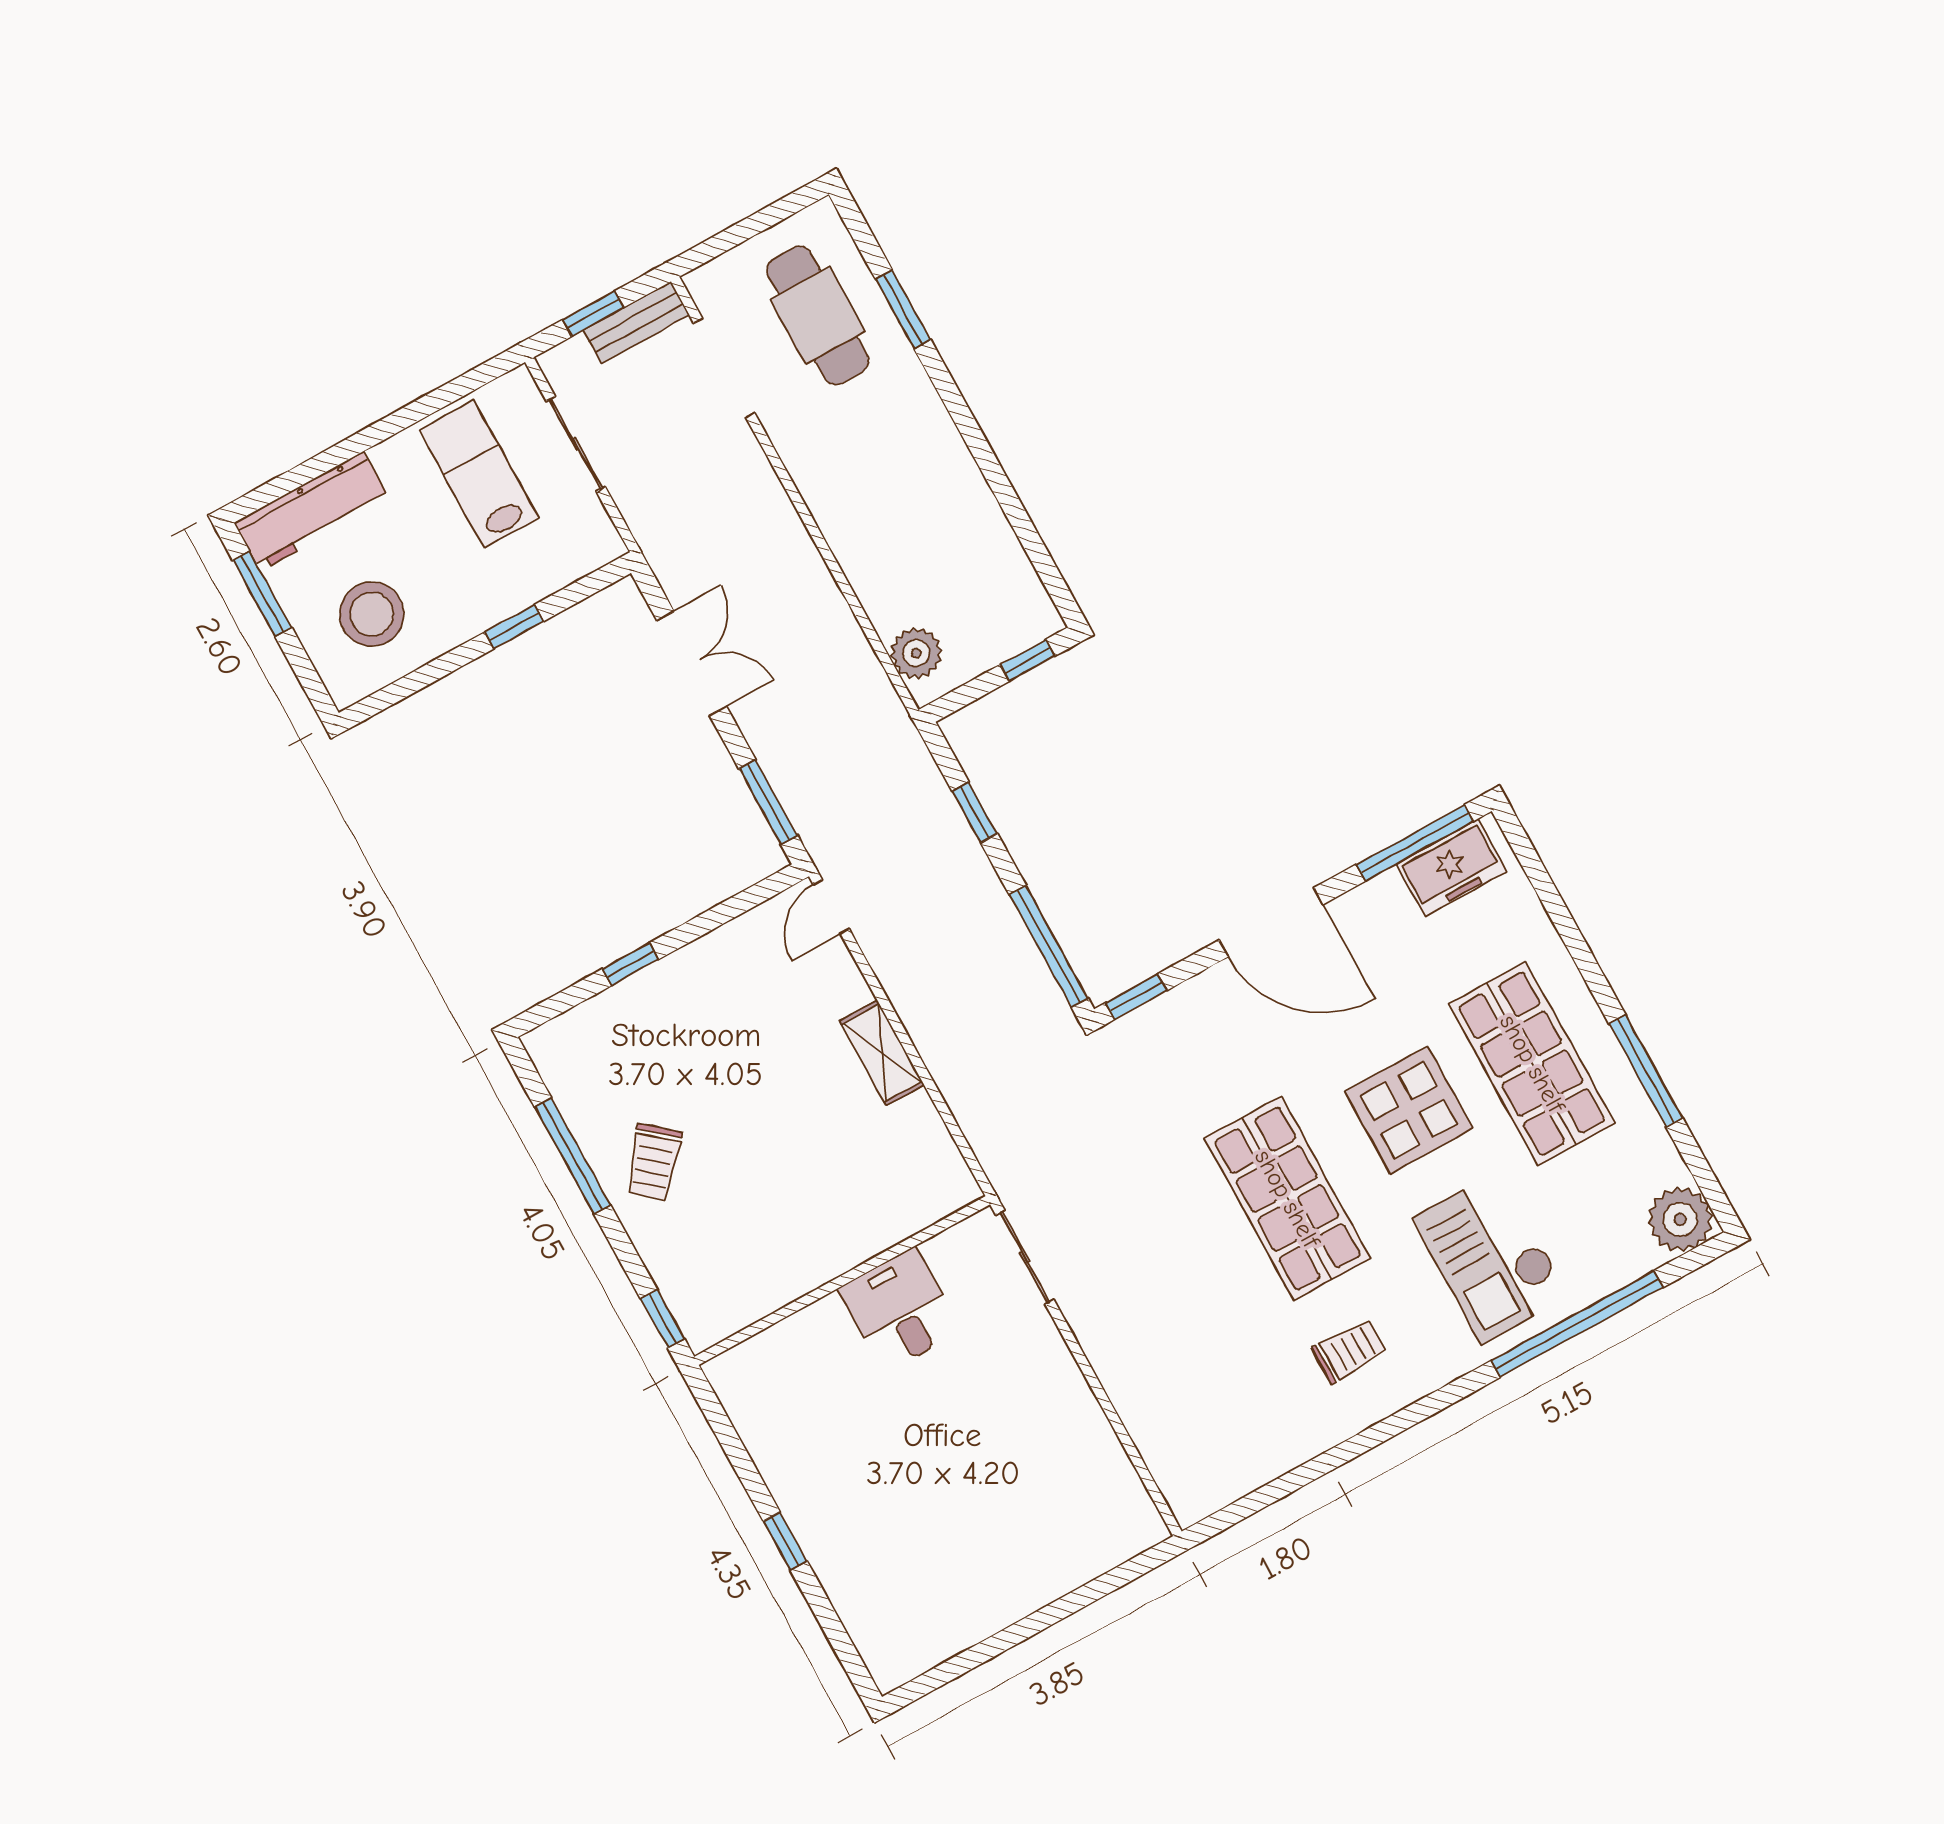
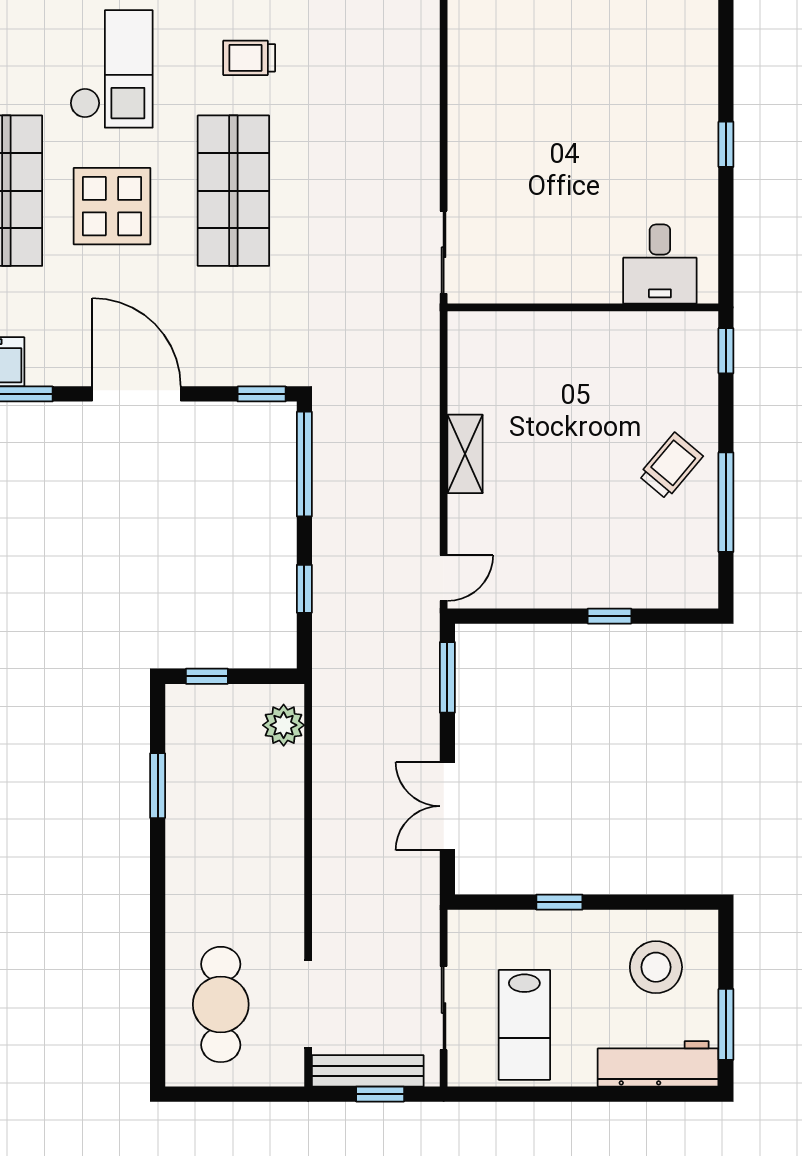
window: (903, 310) -> (158, 786), moved
bench: (636, 322) -> (368, 1071), width x1.36
desk: (900, 1310) -> (660, 264), moved

